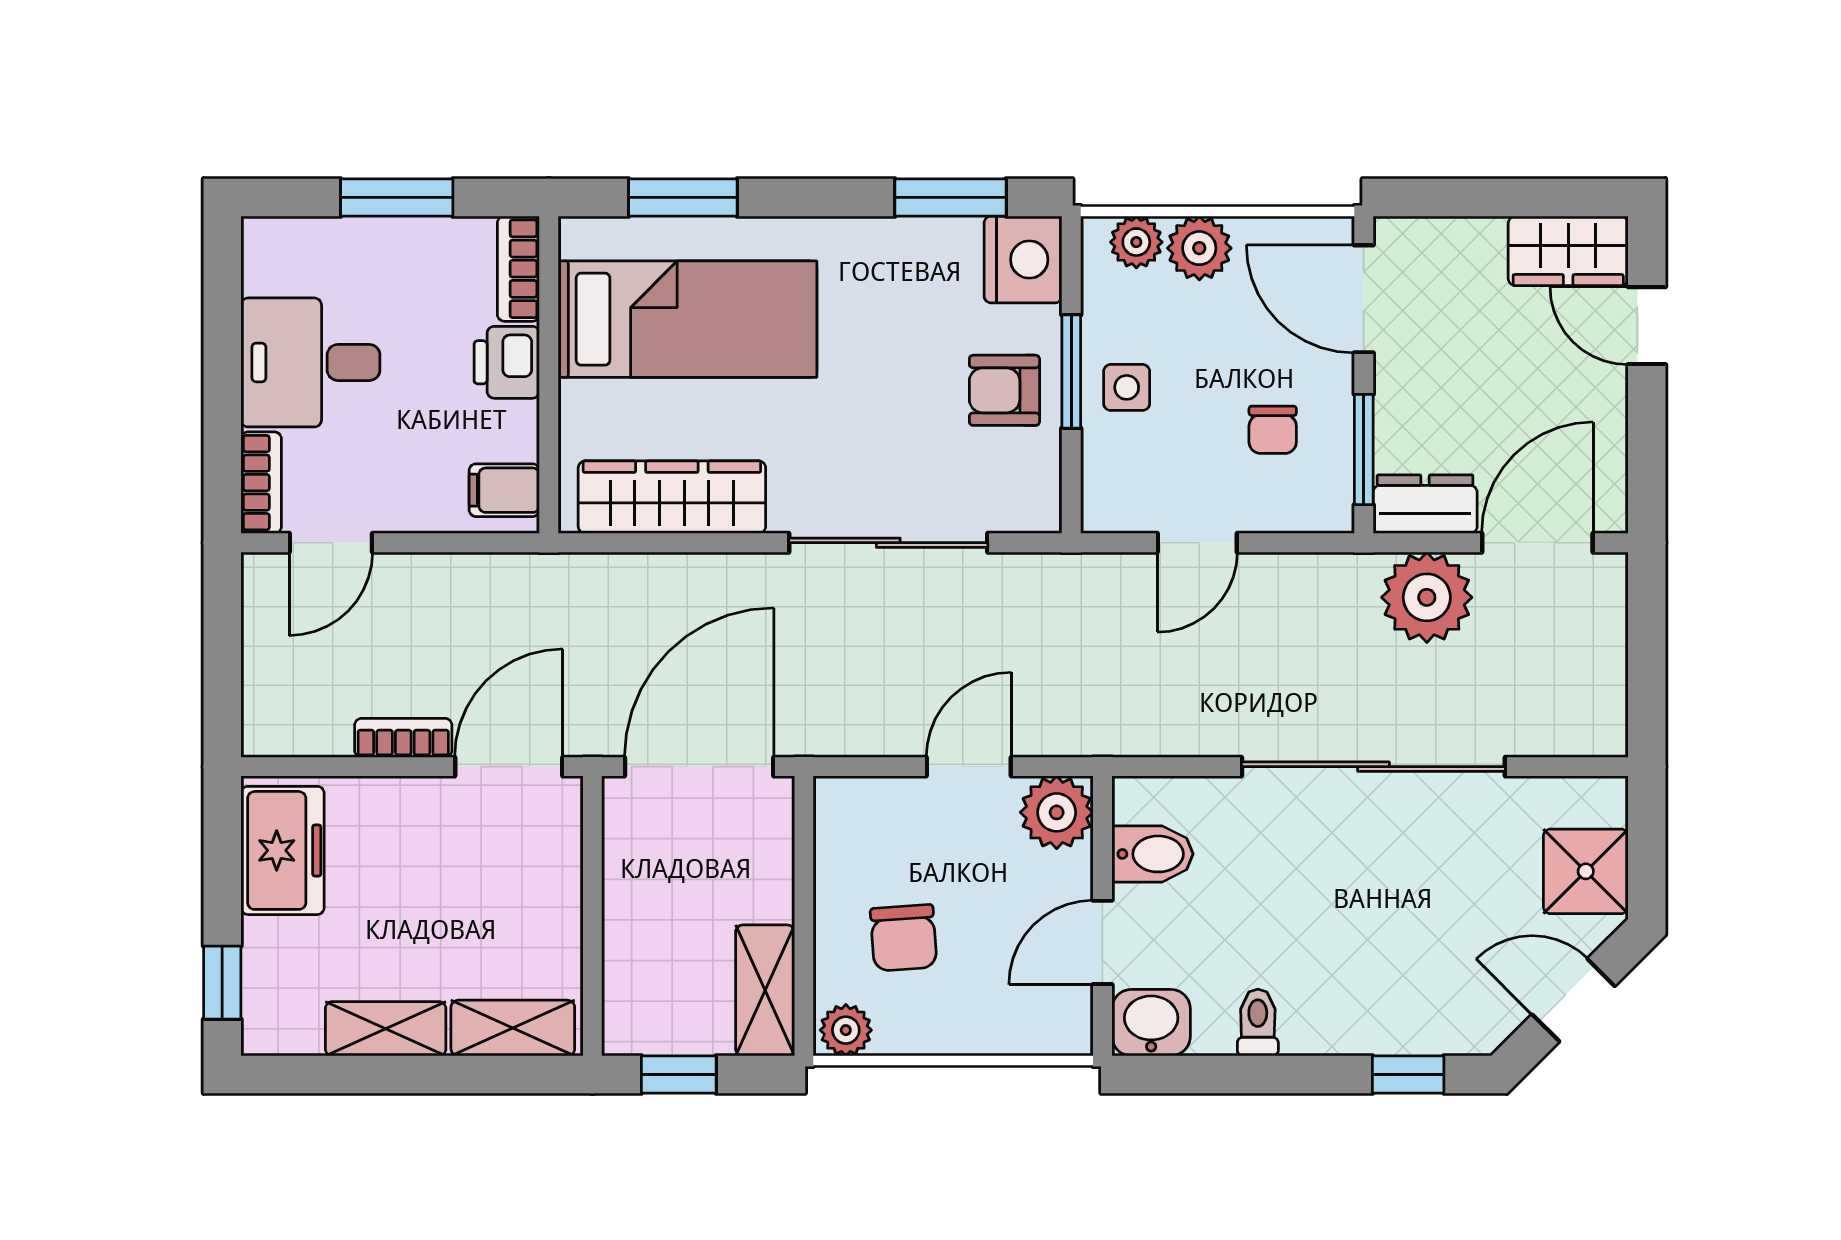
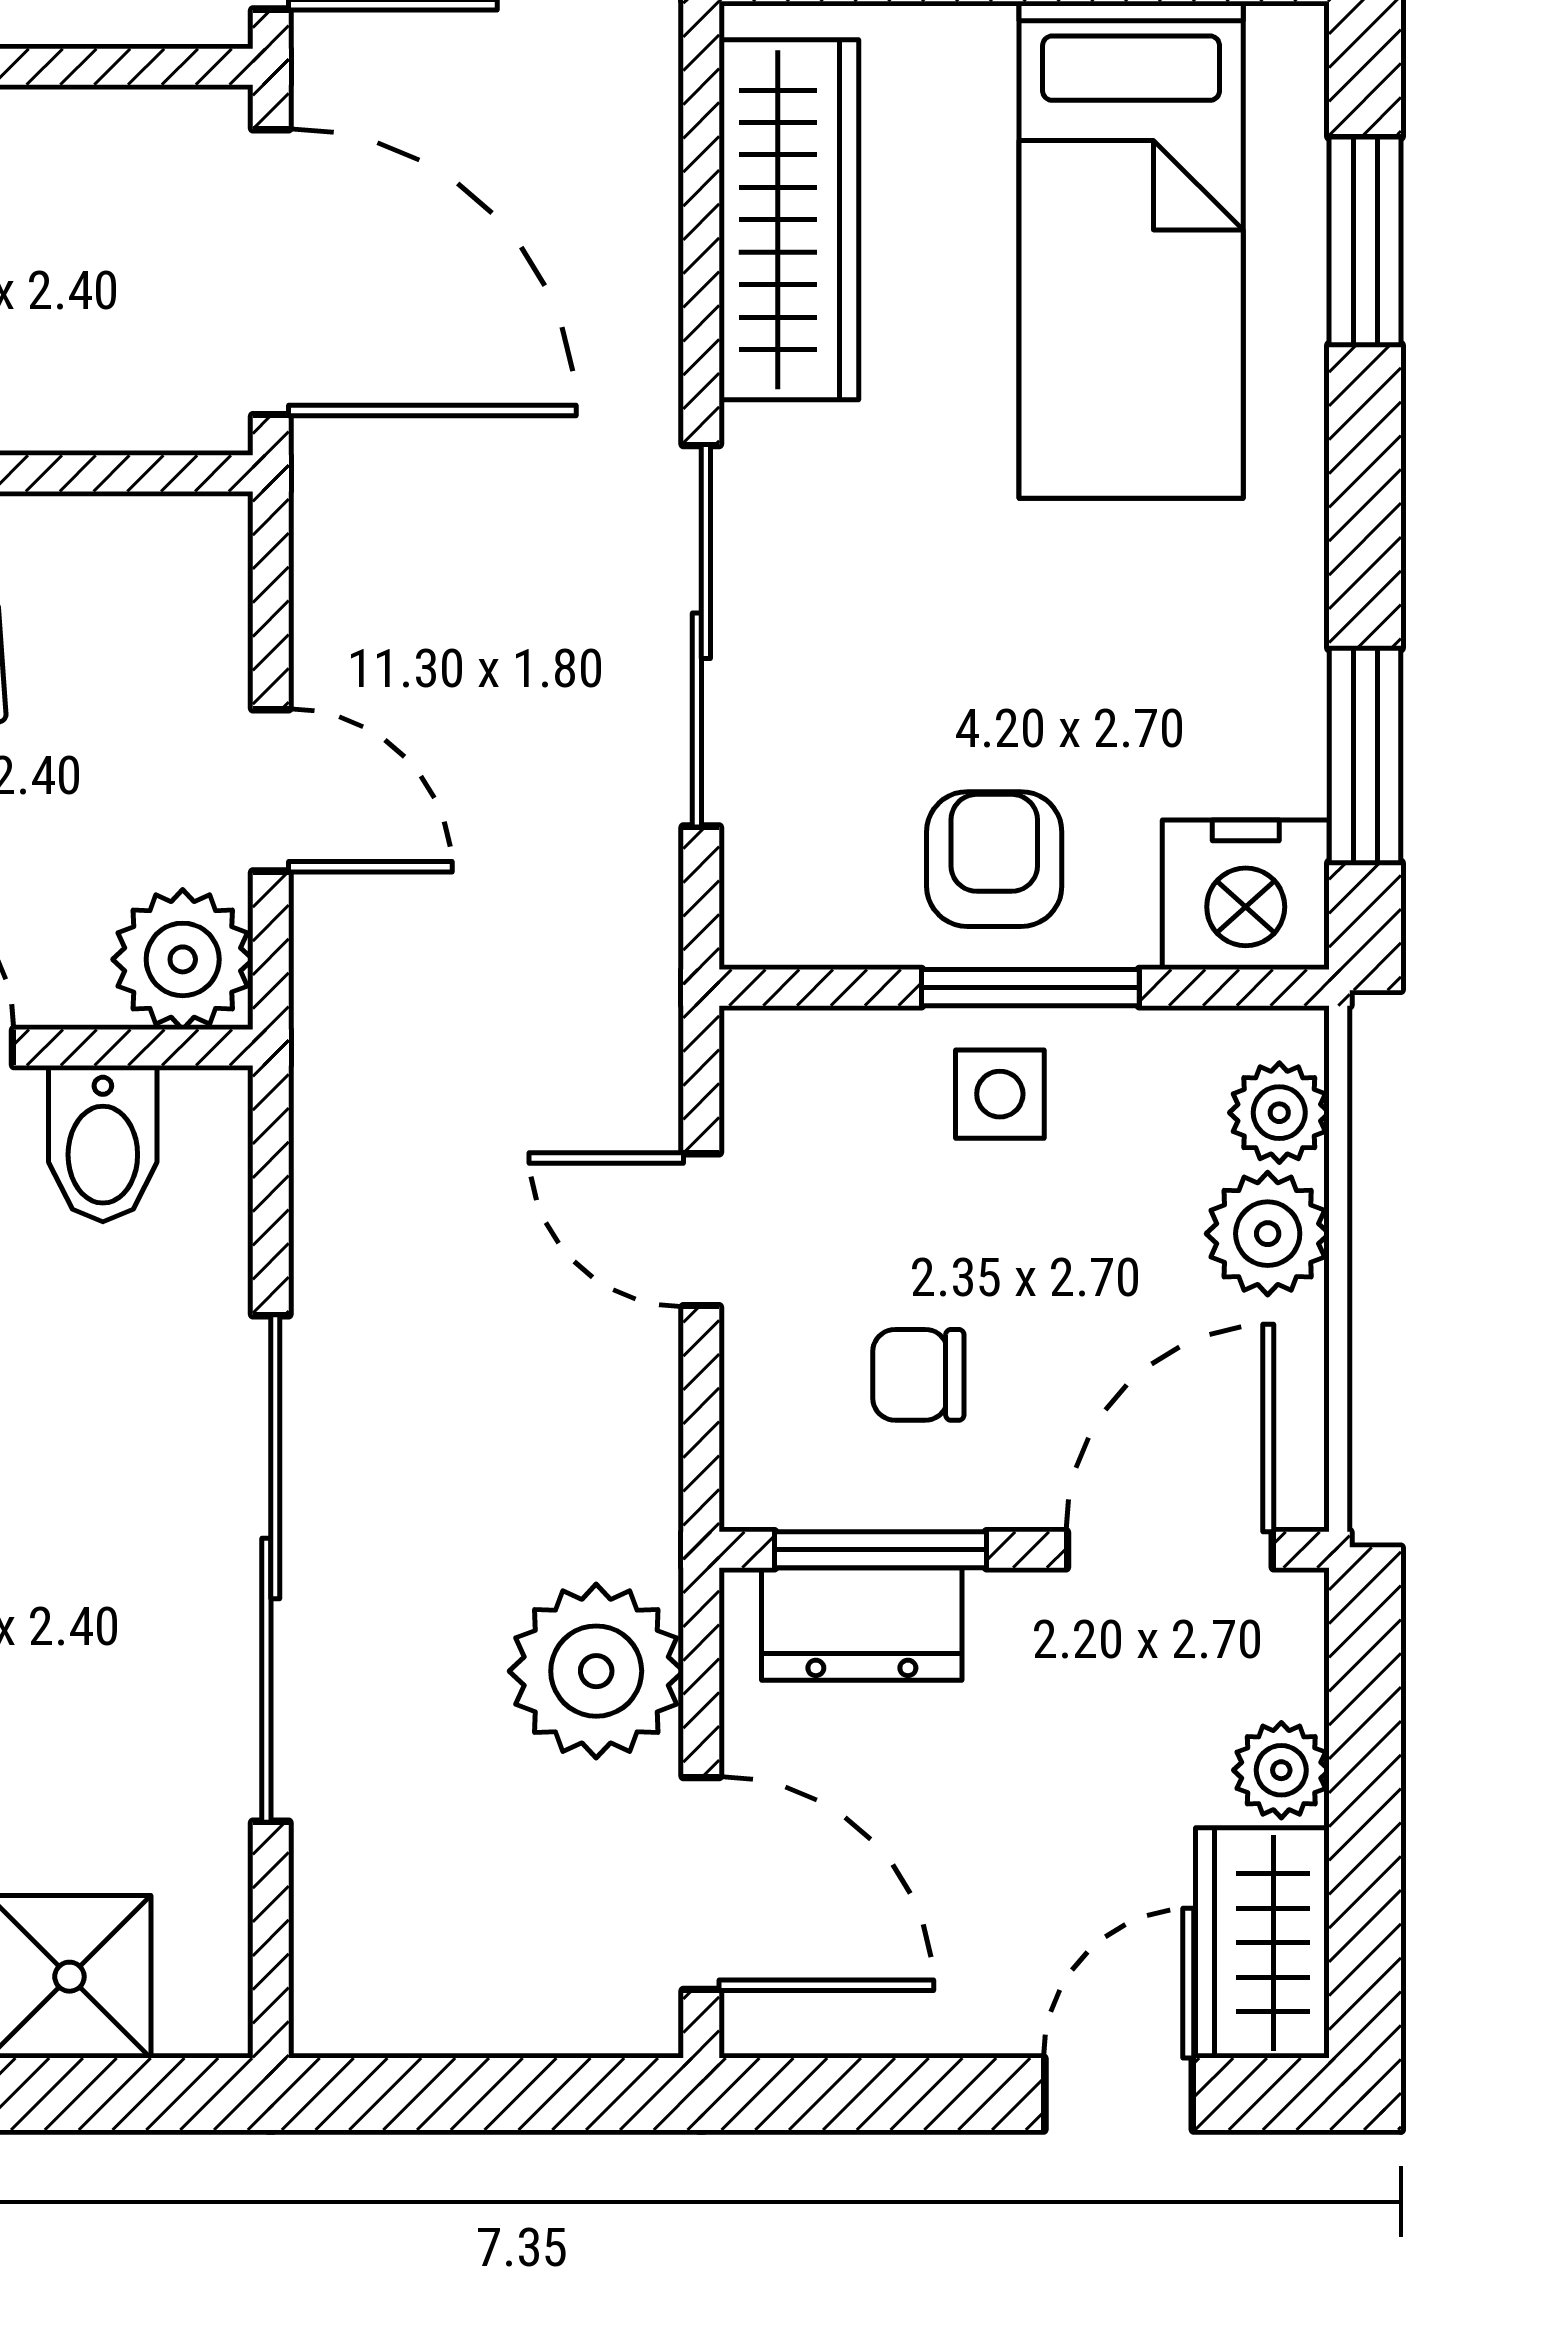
plant: (1478, 241) -> (1281, 1770), added
dresser: (1425, 504) -> (862, 1624), moved, turned 90

